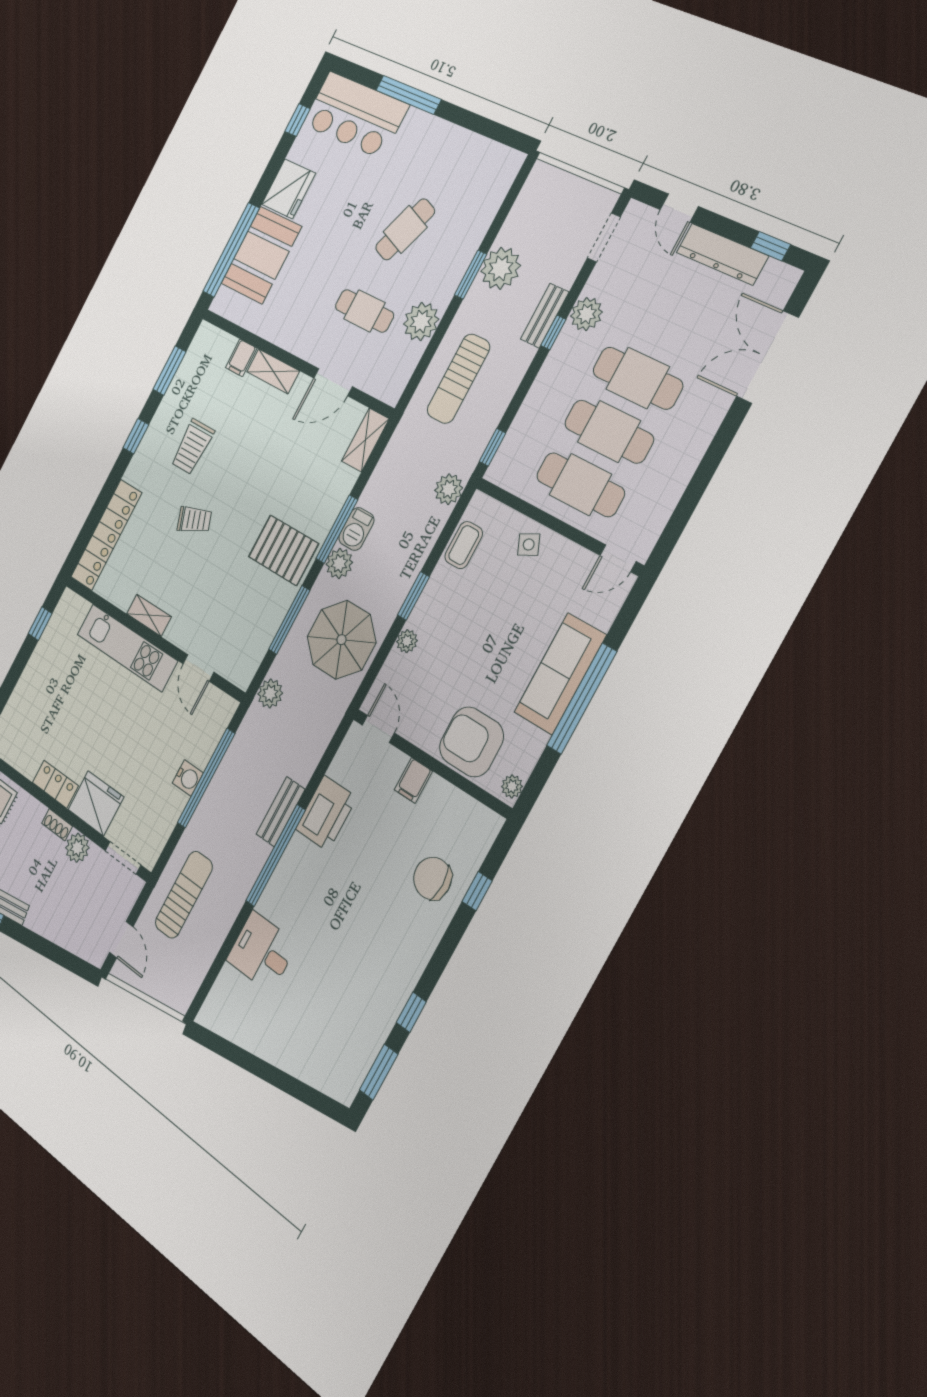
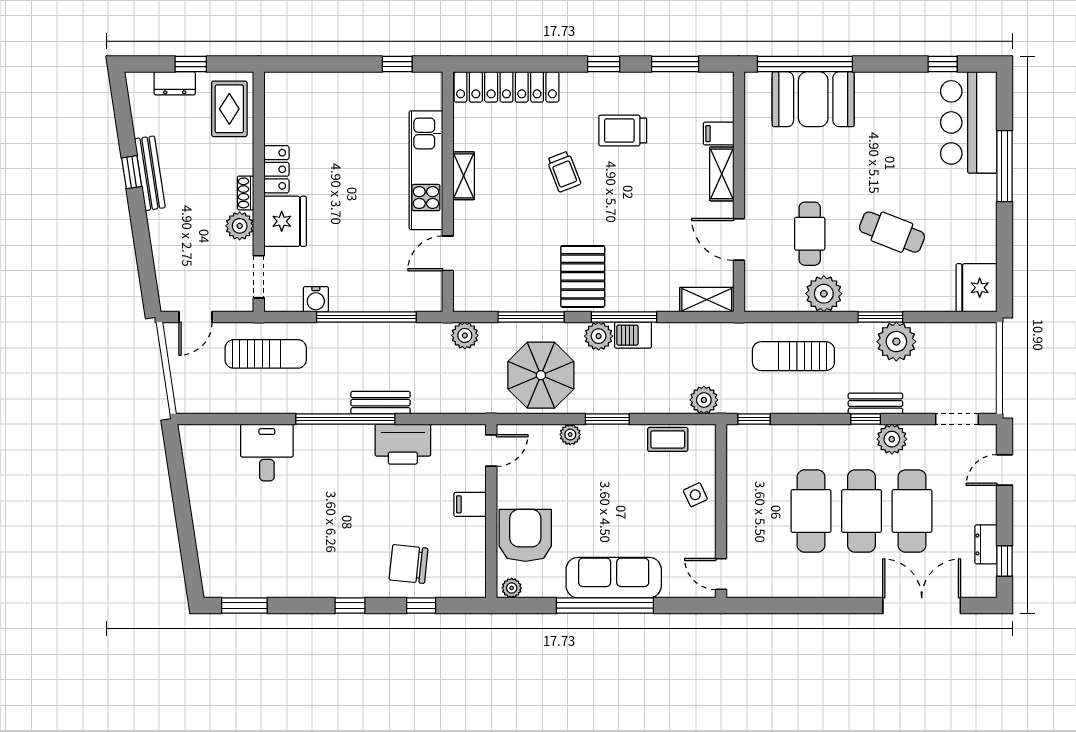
fridge: (289, 189) -> (976, 288), moved, turned 90
dresser: (722, 254) -> (986, 544), width x0.51, depth x0.80
cafe table: (580, 485) -> (912, 511), moved
water cooler: (188, 778) -> (316, 299), moved
chair: (433, 878) -> (409, 564), turned -84
window: (411, 1012) -> (350, 606), moved

